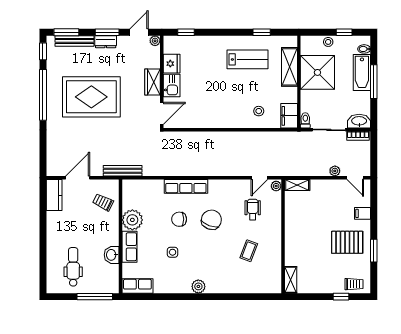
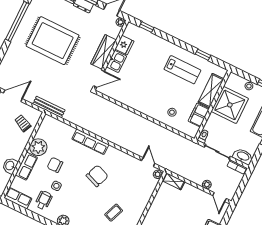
wardrobe: (153, 82) -> (104, 52), width x1.50
filing cabinet: (289, 116) -> (199, 115), moved
door: (259, 178) -> (148, 162), swing flipped
wheelchair: (253, 209) -> (44, 200), moved
chair: (179, 219) -> (55, 165), moved

